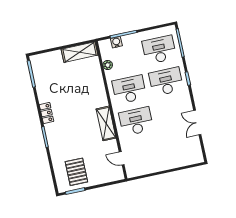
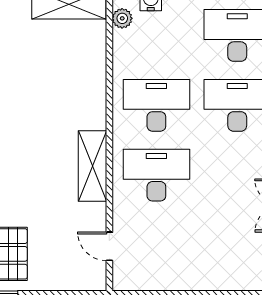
plant: (108, 65) -> (122, 18), moved

